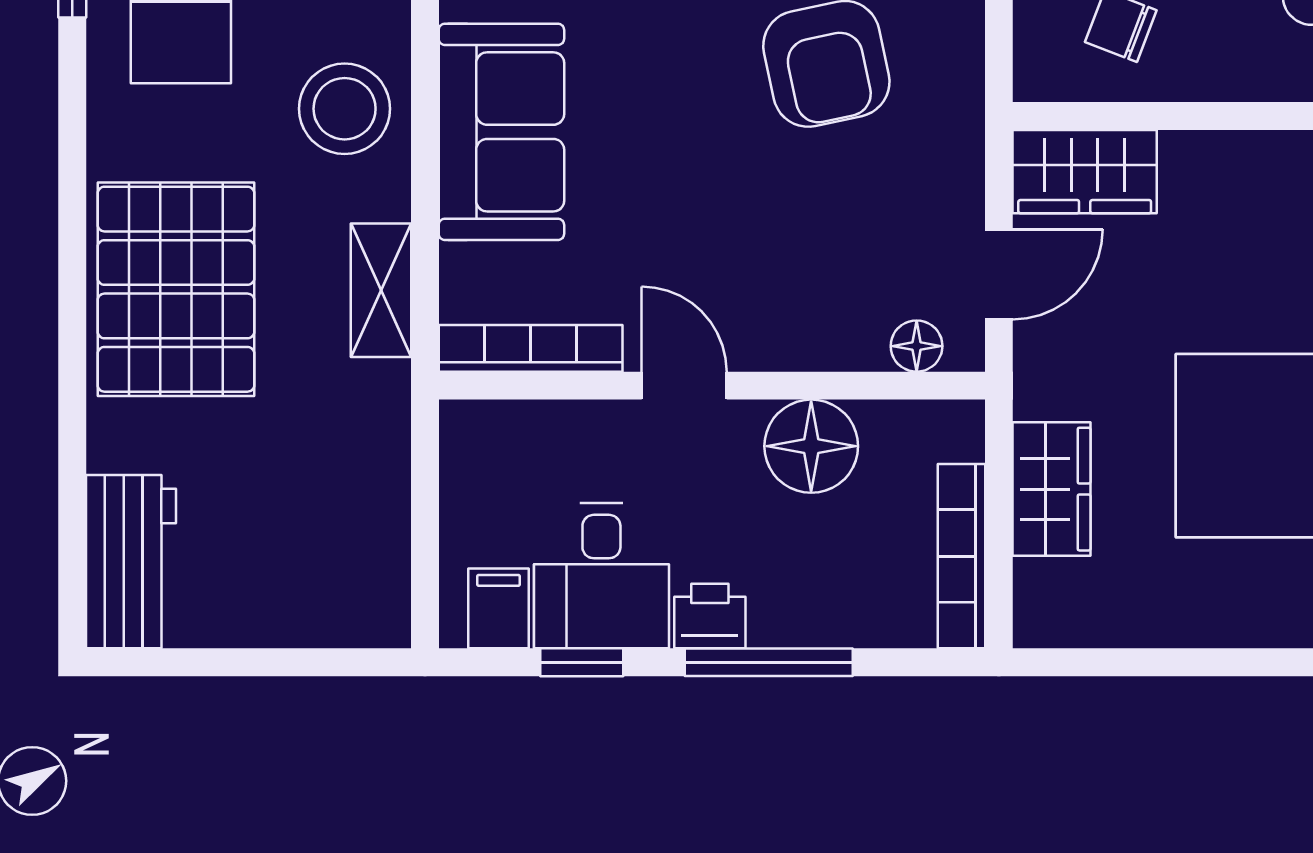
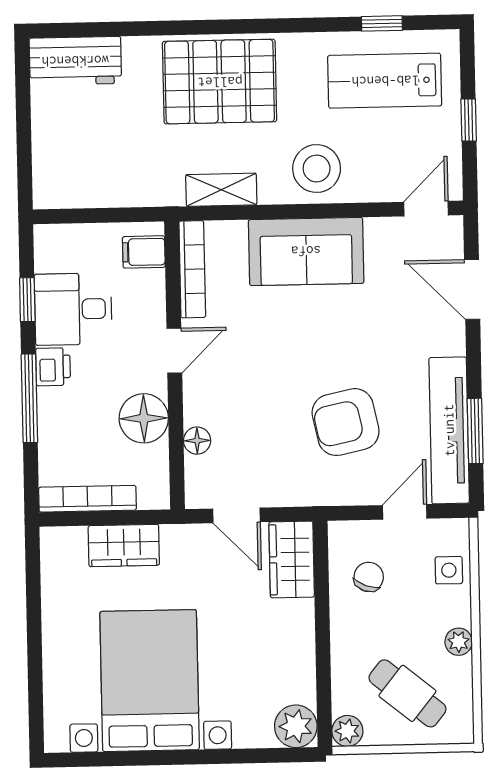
floor lamp: (917, 346) -> (197, 441), moved
filing cabinet: (499, 608) -> (144, 252), moved, turned 180

